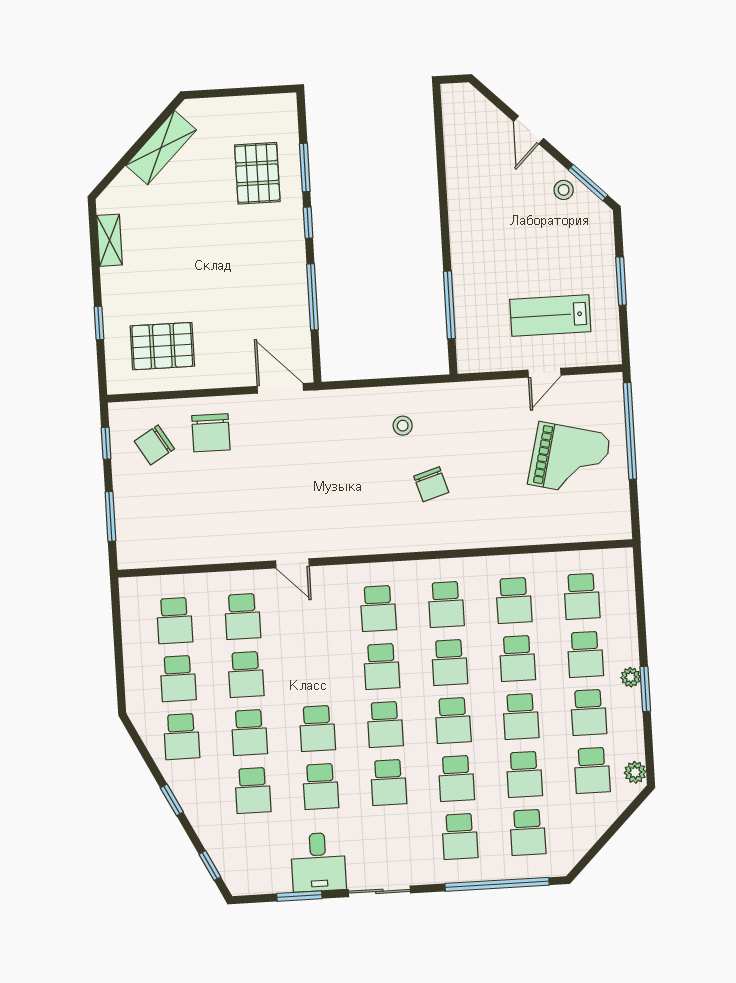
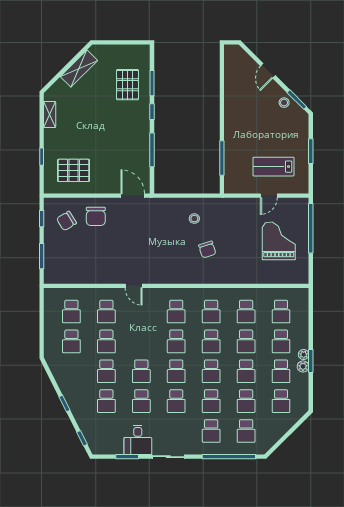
grand piano: (569, 459) -> (279, 241), turned -104
school desk: (182, 737) -> (71, 371), removed
plant: (635, 772) -> (303, 366), moved

